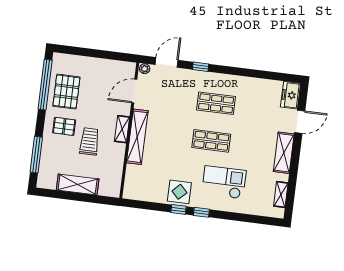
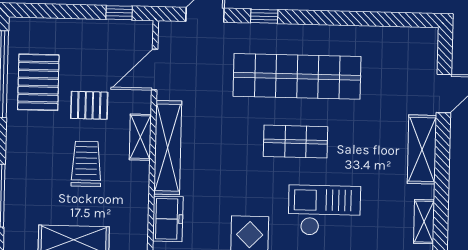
window: (117, 56) -> (119, 13), added
plant: (145, 69) -> (169, 29), removed
freezer: (291, 95) -> (168, 219), moved, turned 180
shop shelf: (216, 103) -> (297, 76), width x2.00, depth x1.36
pallet: (64, 126) -> (89, 105), moved

